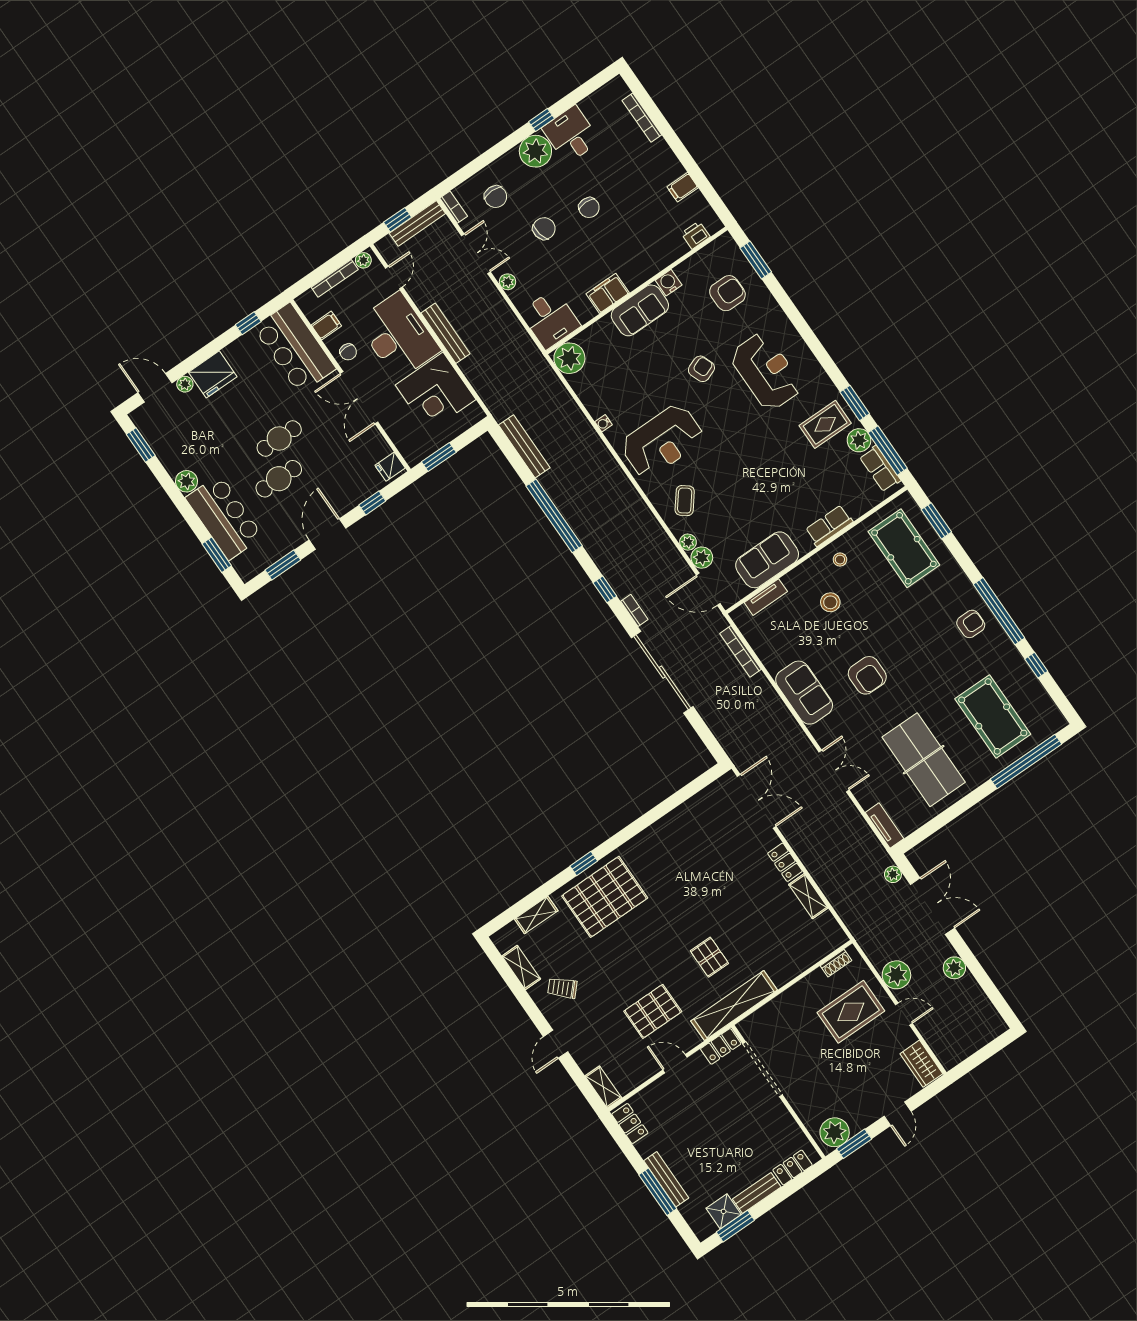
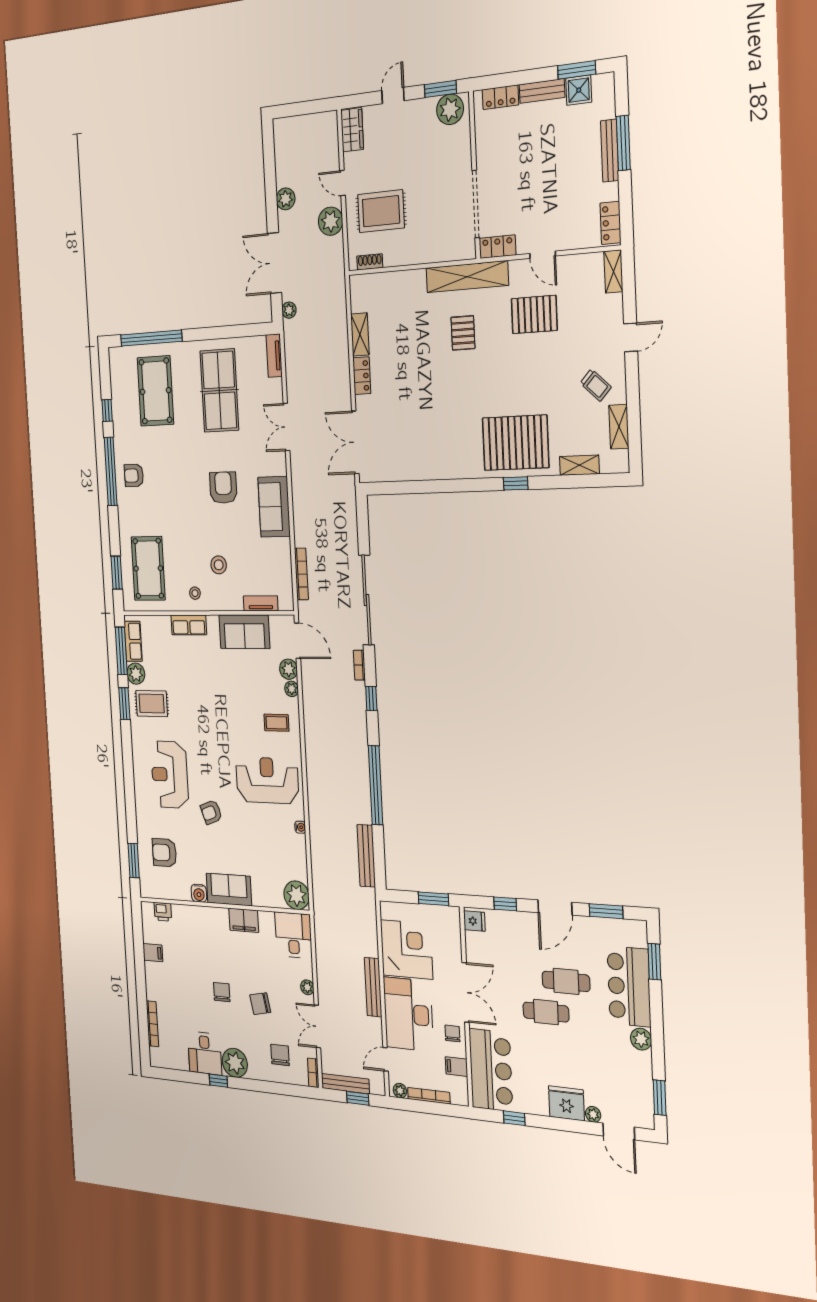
coffee table: (685, 501) -> (276, 723), turned 52

